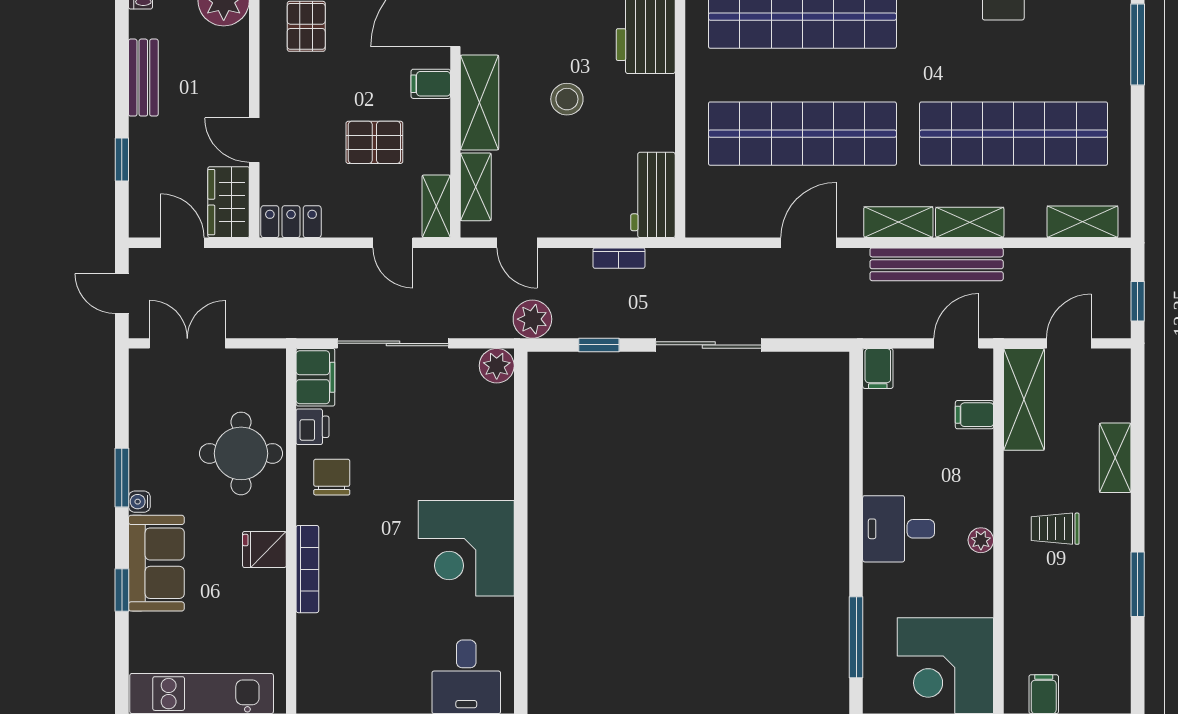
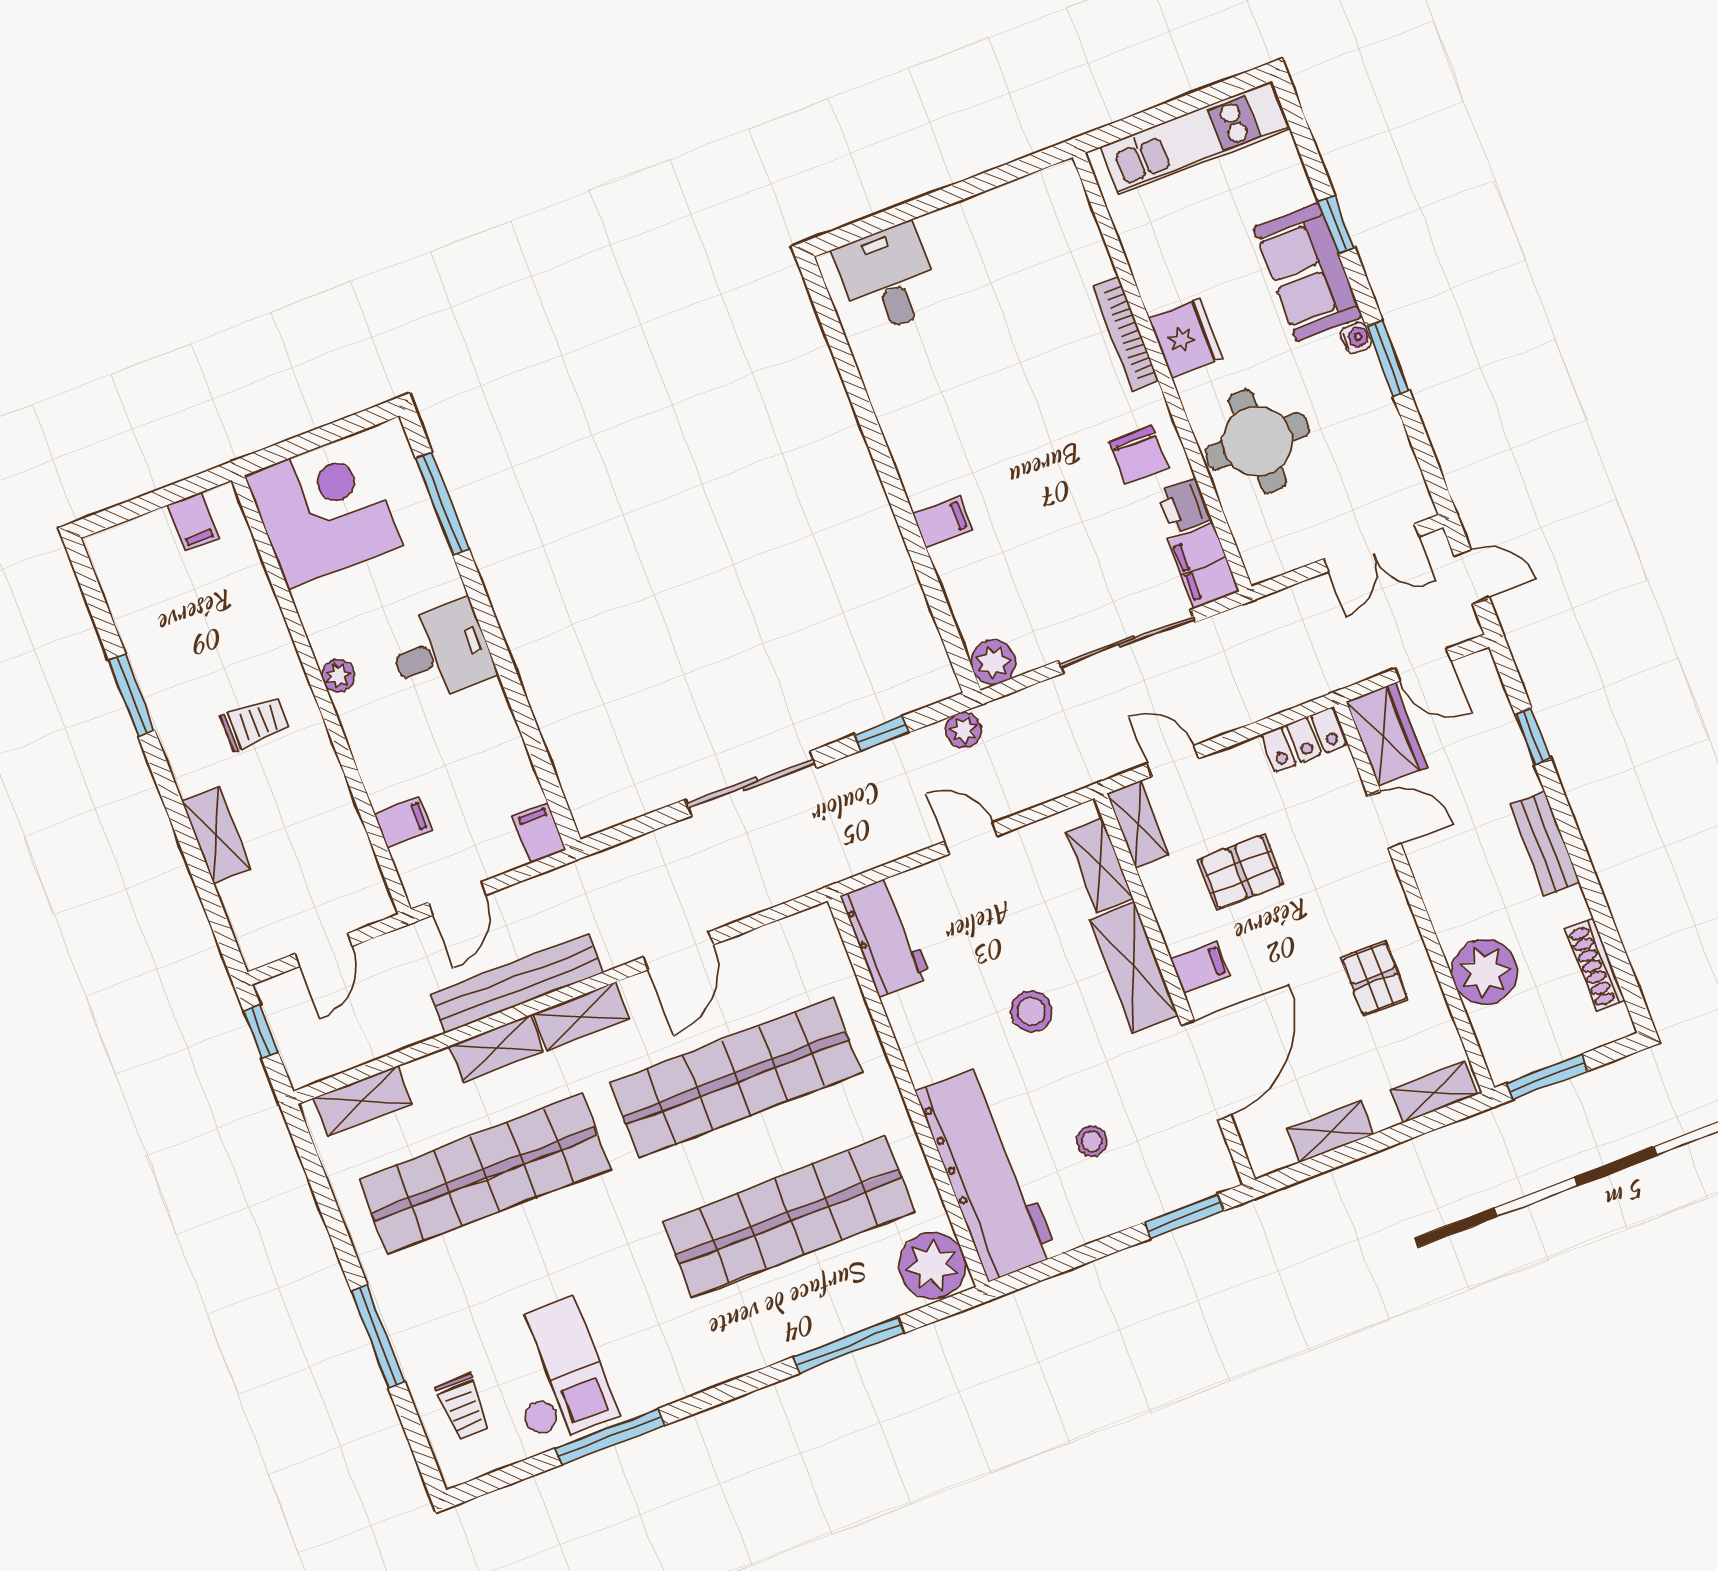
door: (517, 243) -> (971, 839), moved
bookcase: (619, 258) -> (897, 846), removed
plant: (532, 319) -> (964, 730), width x0.73, depth x0.73
shelving: (1024, 399) -> (351, 863), removed
filing cabinet: (495, 483) -> (942, 522), added
corner desk: (466, 548) -> (946, 431), removed
fridge: (264, 549) -> (1186, 338), width x1.38

